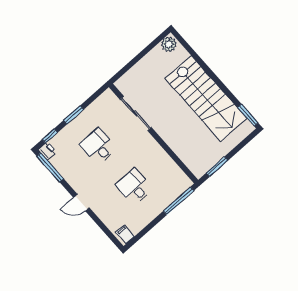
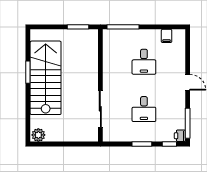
window: (248, 115) -> (28, 72), moved
filing cabinet: (125, 234) -> (167, 36), moved

